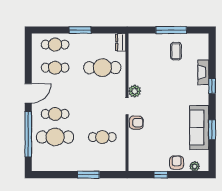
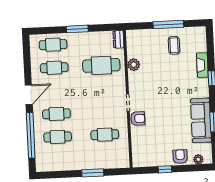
plant: (135, 91) -> (134, 65), moved
cafe table: (55, 137) -> (58, 137), width x0.73, depth x0.74

